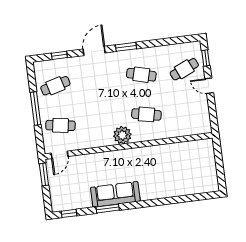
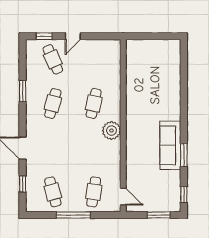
window: (126, 47) -> (23, 91), moved
window: (44, 174) -> (159, 215), moved

